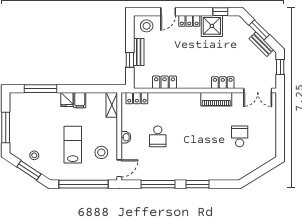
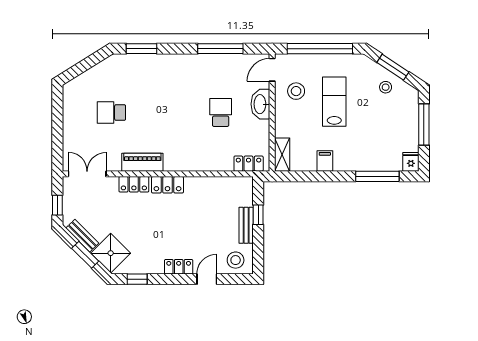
shower: (212, 26) -> (111, 253), moved, turned 45
locker: (165, 82) -> (168, 185), moved
fridge: (67, 99) -> (411, 162), moved
school desk: (240, 136) -> (111, 113), turned 90
washbasin: (126, 137) -> (260, 104), width x1.91, depth x1.45
lab bench: (73, 145) -> (334, 102), turned 180
window: (197, 184) -> (142, 49), moved

